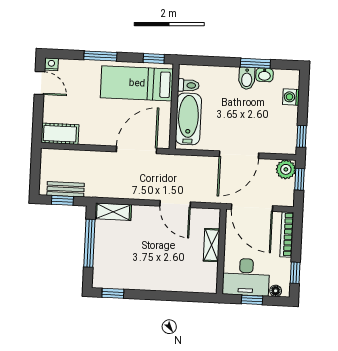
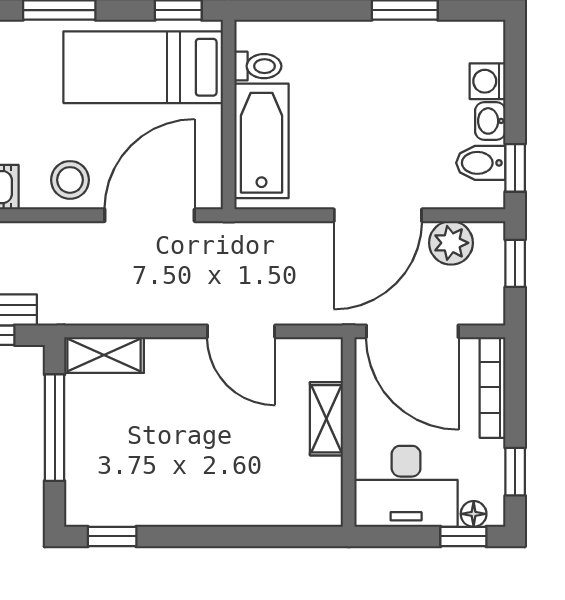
washbasin: (264, 75) -> (490, 121), moved, turned 90
bidet: (247, 78) -> (481, 163), moved, turned 90
stool: (102, 132) -> (70, 180), added
plant: (286, 169) -> (451, 243), moved
window: (252, 300) -> (463, 536), moved

